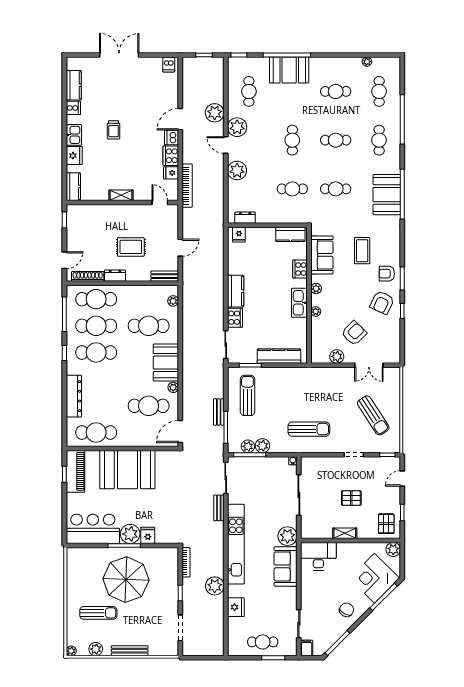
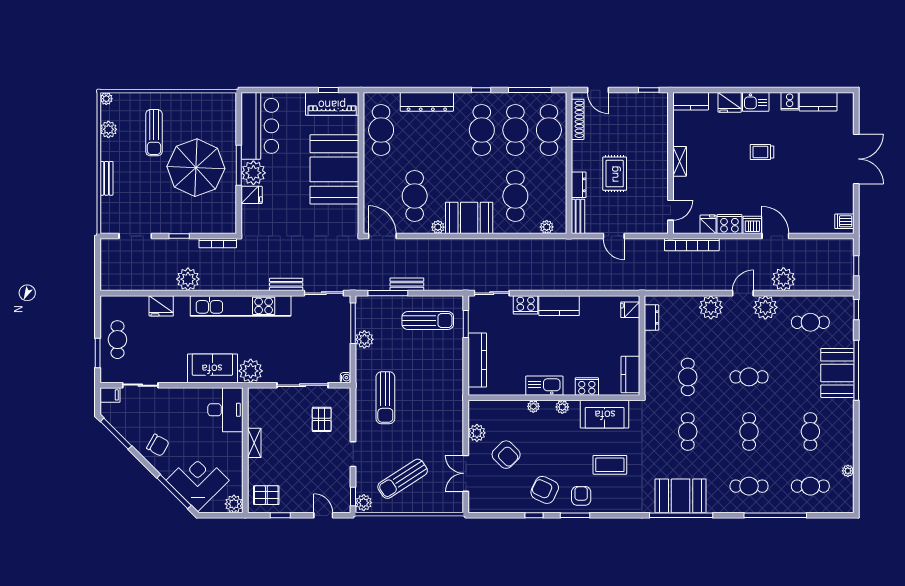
dresser: (115, 276) -> (579, 185), moved
plant: (248, 446) -> (364, 503), moved
pallet: (351, 498) -> (322, 419), moved
bench: (130, 651) -> (106, 178), width x0.73

